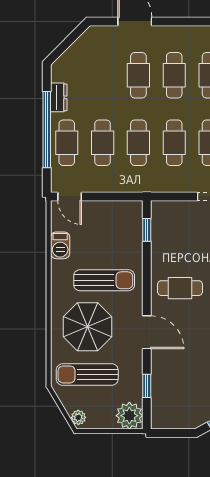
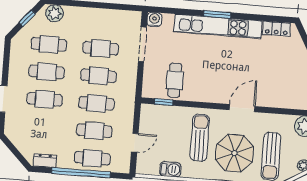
dresser: (59, 97) -> (45, 161), moved
door: (70, 196) -> (135, 143), moved
cafe table: (180, 288) -> (175, 80), moved
window: (147, 386) -> (283, 111), removed

